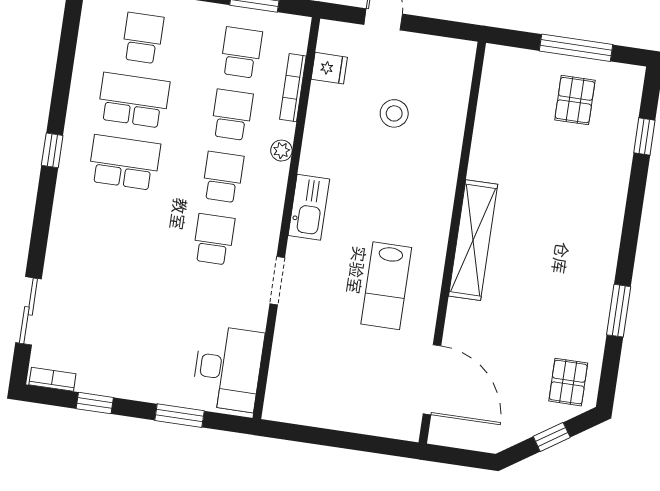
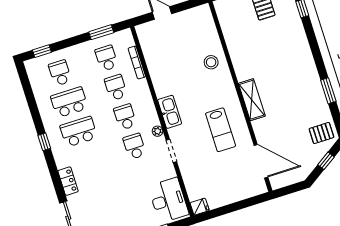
fridge: (329, 68) -> (200, 207), moved
stool: (394, 113) -> (211, 62), moved
plant: (281, 151) -> (158, 131), moved
shelving: (473, 240) -> (252, 100), width x0.68
locker: (61, 244) -> (68, 181), added
pallet: (568, 382) -> (321, 133), turned 90

